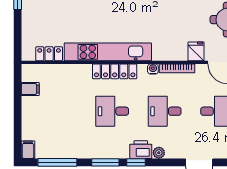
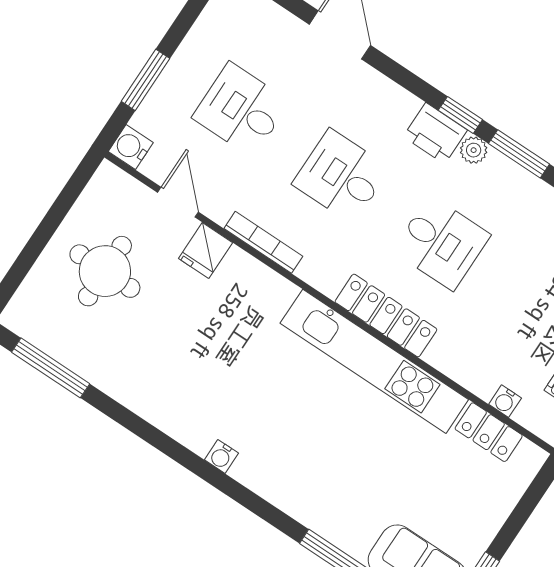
water cooler: (153, 69) -> (505, 401), moved
desk: (165, 111) -> (341, 176), turned 180
plant: (159, 153) -> (474, 150), moved

